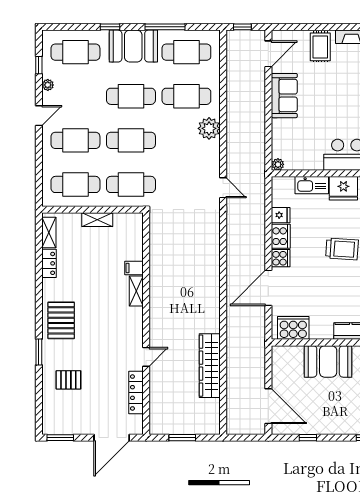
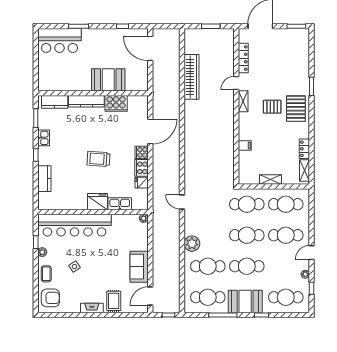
shelving: (136, 291) -> (243, 101), moved
cooker: (293, 328) -> (116, 103), moved
pallet: (68, 380) -> (272, 107), moved

